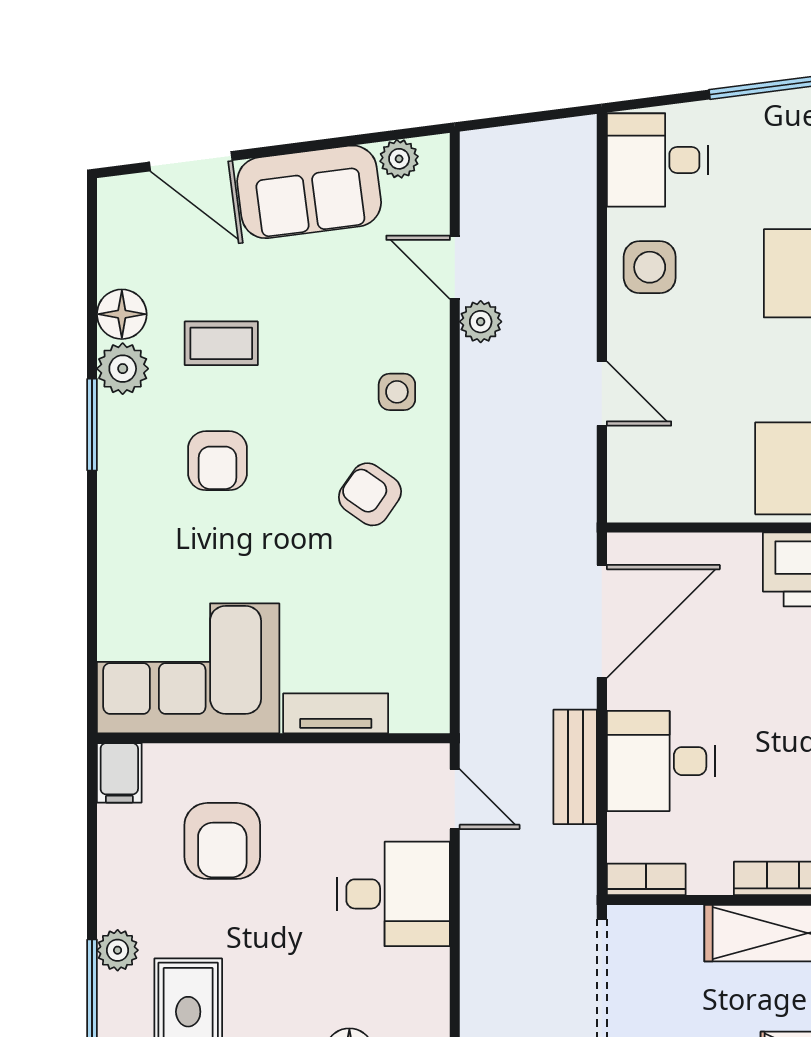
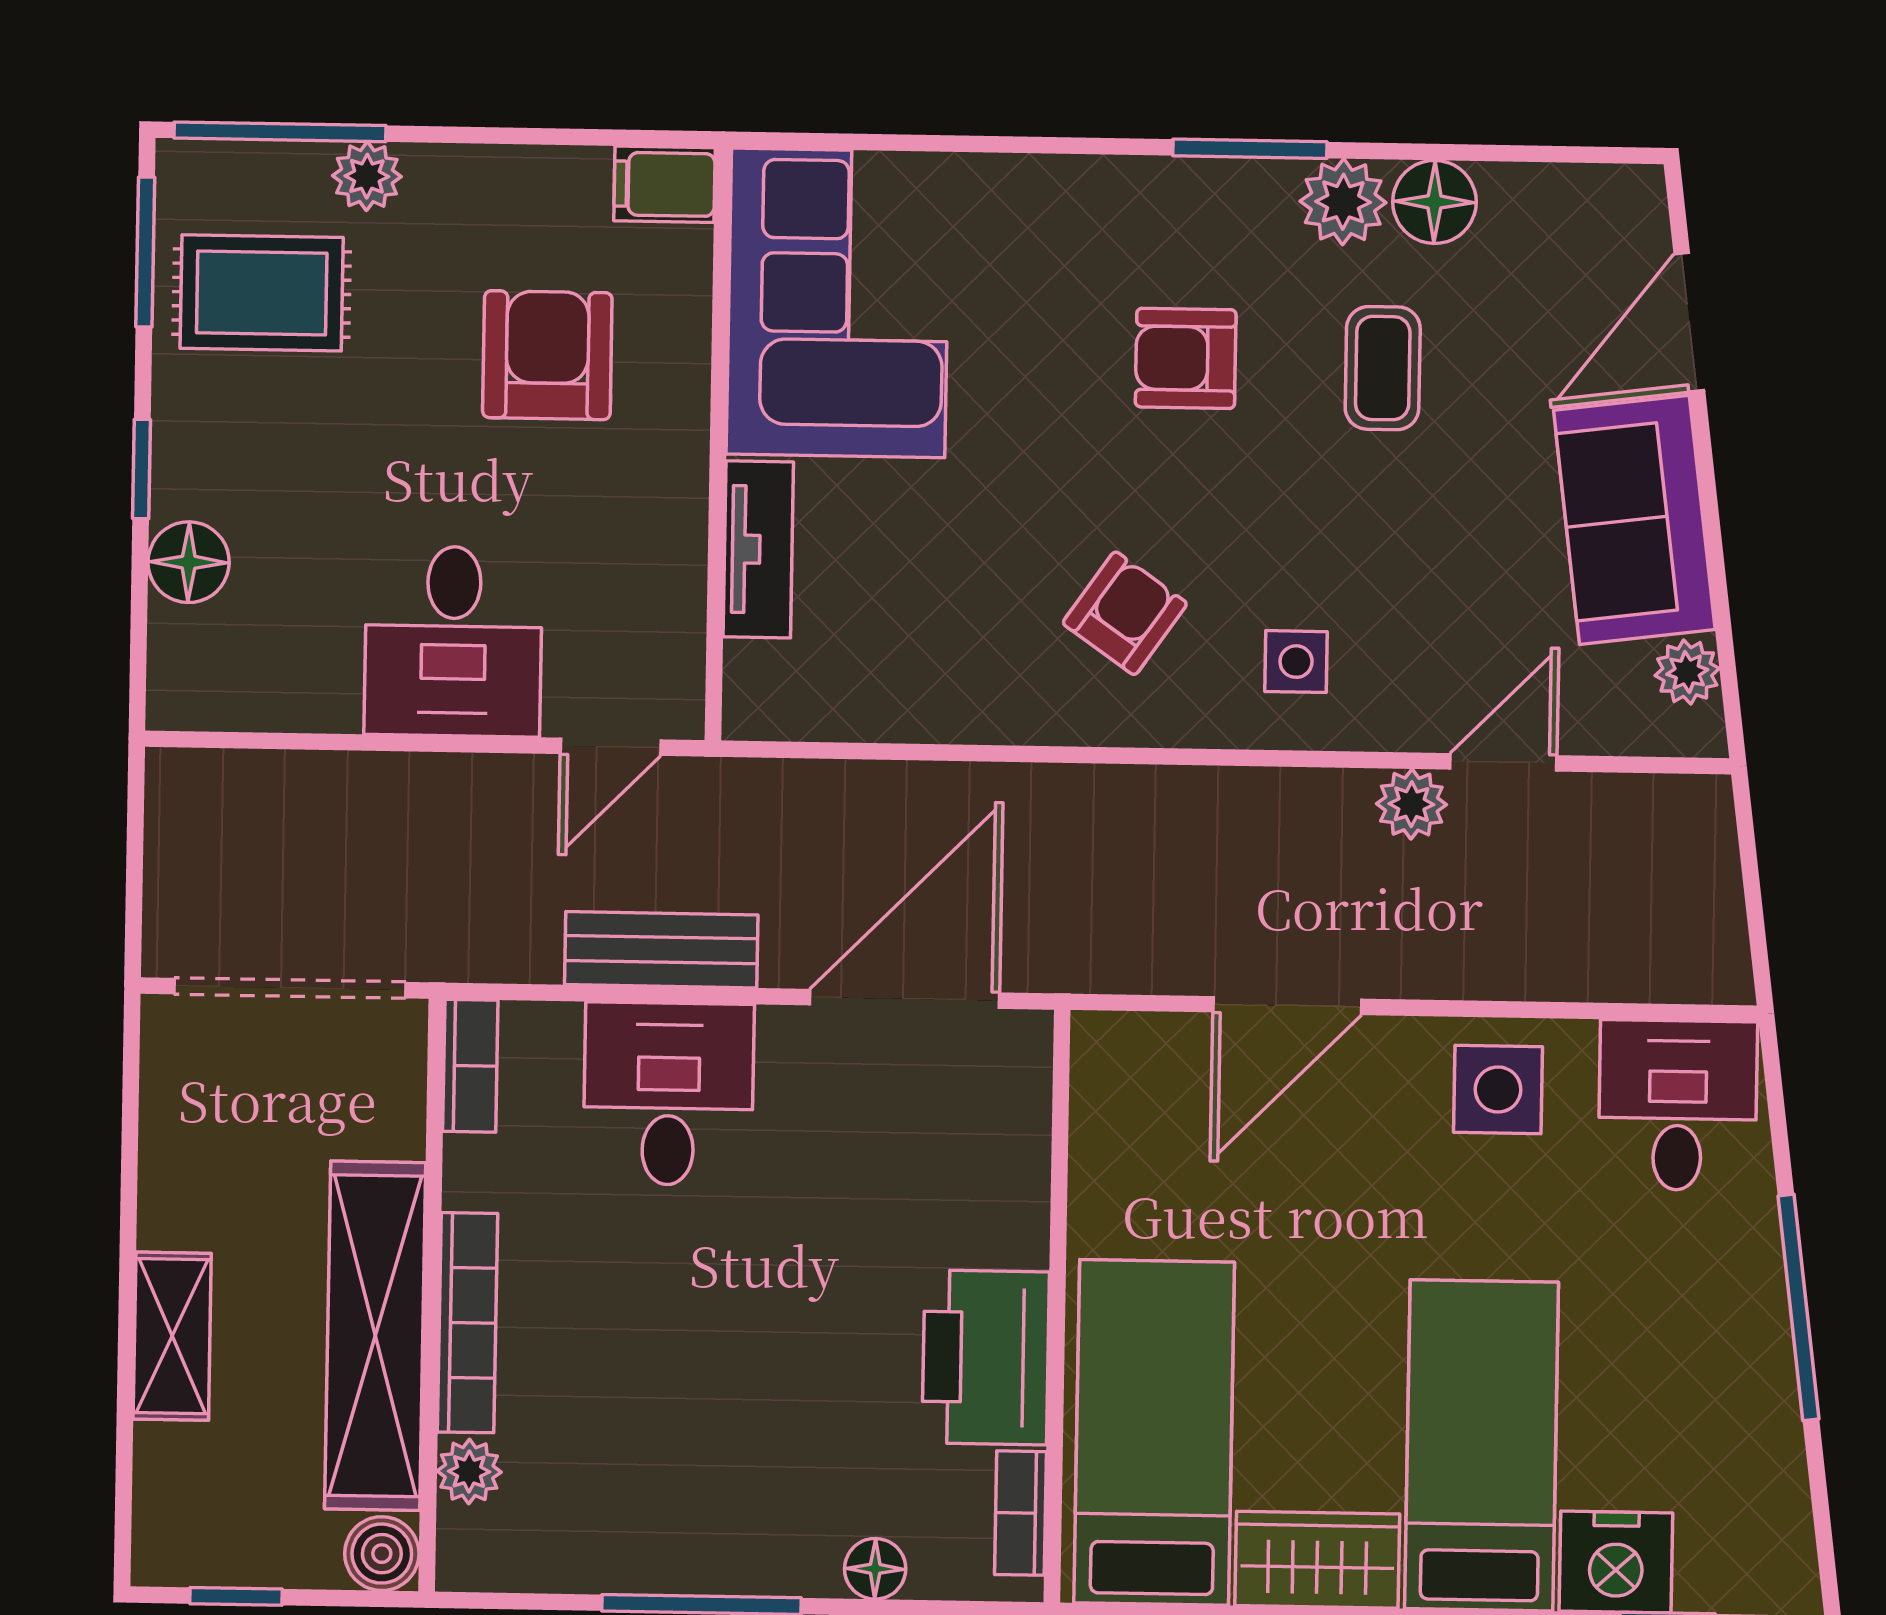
door: (602, 394) -> (1287, 1006), width x1.38
door: (602, 621) -> (905, 999), swing flipped
armchair: (222, 841) -> (547, 355), turned 90

